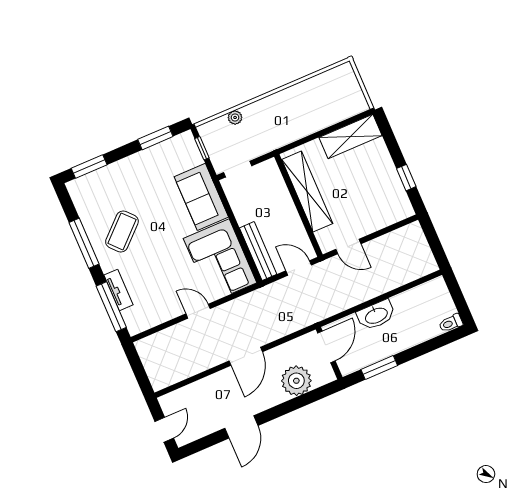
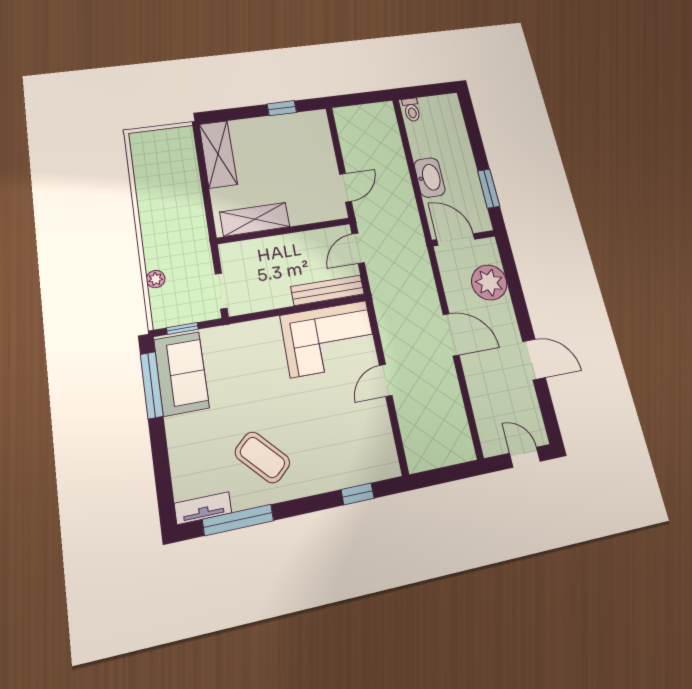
window: (155, 138) -> (152, 385), width x1.44
window: (89, 166) -> (164, 484), removed
shelving: (307, 192) -> (255, 219), width x0.68
sofa: (201, 197) -> (181, 374), moved, turned -90
window: (84, 243) -> (238, 520), moved
tv unit: (118, 290) -> (203, 508), moved
window: (111, 307) -> (358, 494), width x0.46
toilet: (451, 323) -> (412, 110), moved

